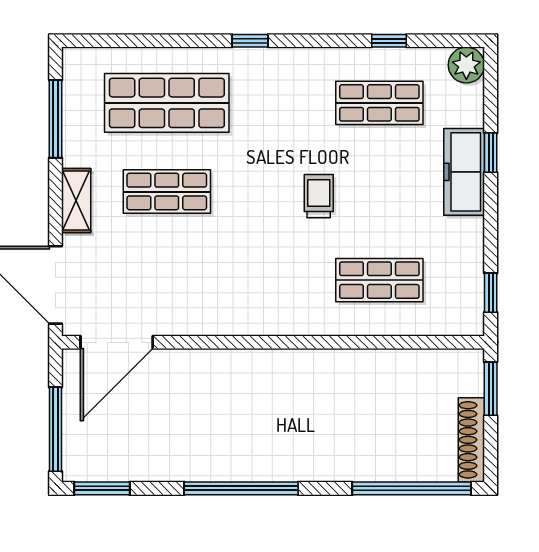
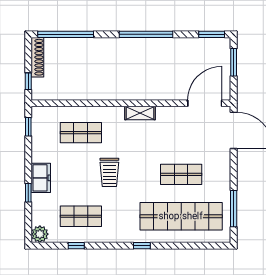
shop shelf: (167, 103) -> (181, 216), width x1.40
freezer: (464, 172) -> (41, 178), width x0.71
trolley: (319, 196) -> (109, 172), width x1.36, depth x1.39
shelving: (76, 201) -> (140, 113), moved, turned 90
window: (491, 389) -> (28, 81), width x0.67
window: (56, 429) -> (234, 62), width x0.69

